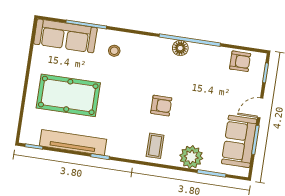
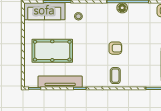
plant: (191, 157) -> (141, 79), removed

